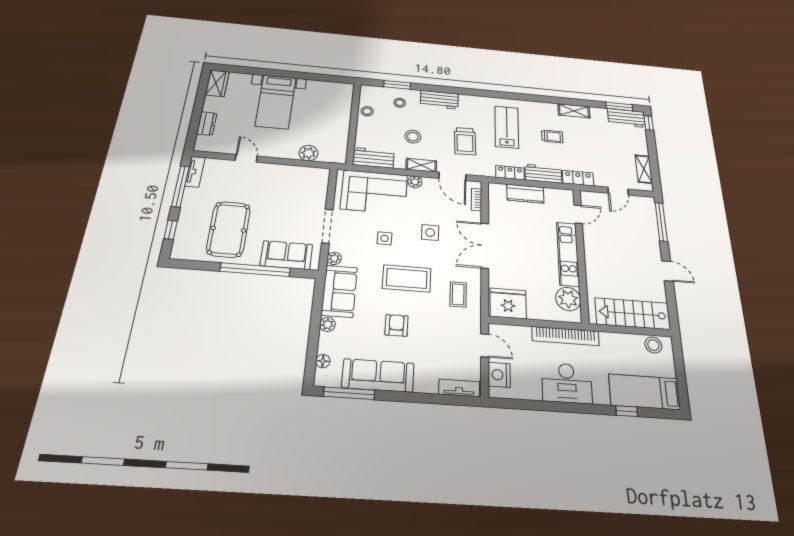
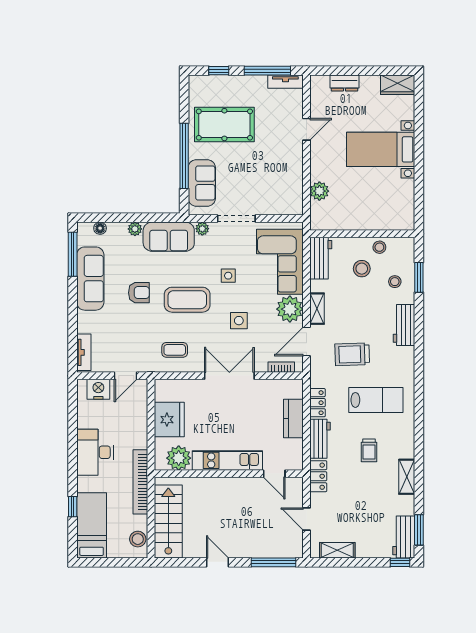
stool: (413, 137) -> (362, 269), moved
plant: (415, 182) -> (290, 309), width x1.87, depth x1.87
door: (667, 271) -> (217, 562), swing flipped
coffee table: (407, 278) -> (187, 300), turned 90
fridge: (508, 303) -> (169, 420), moved
bookcase: (565, 336) -> (140, 482), moved

